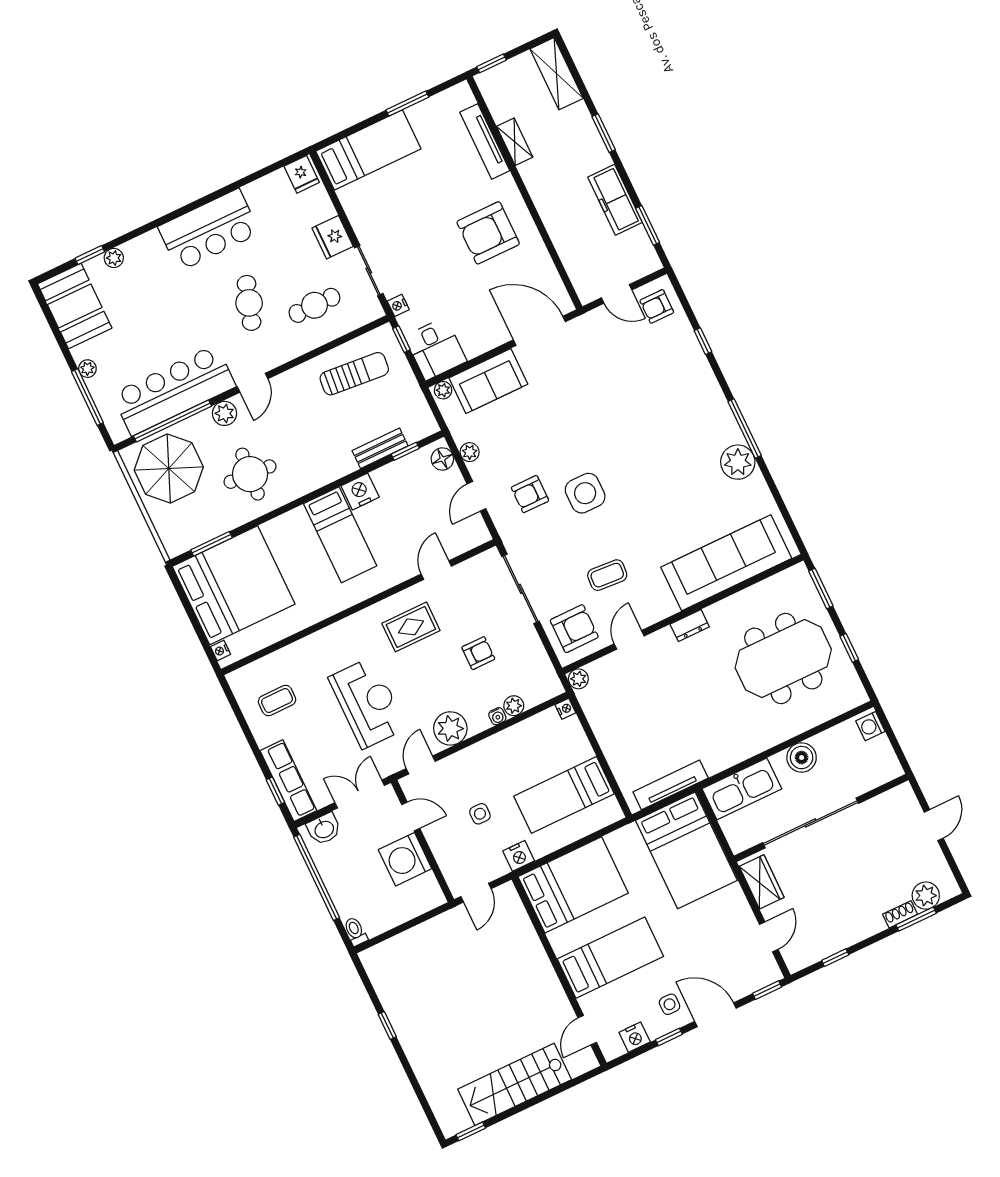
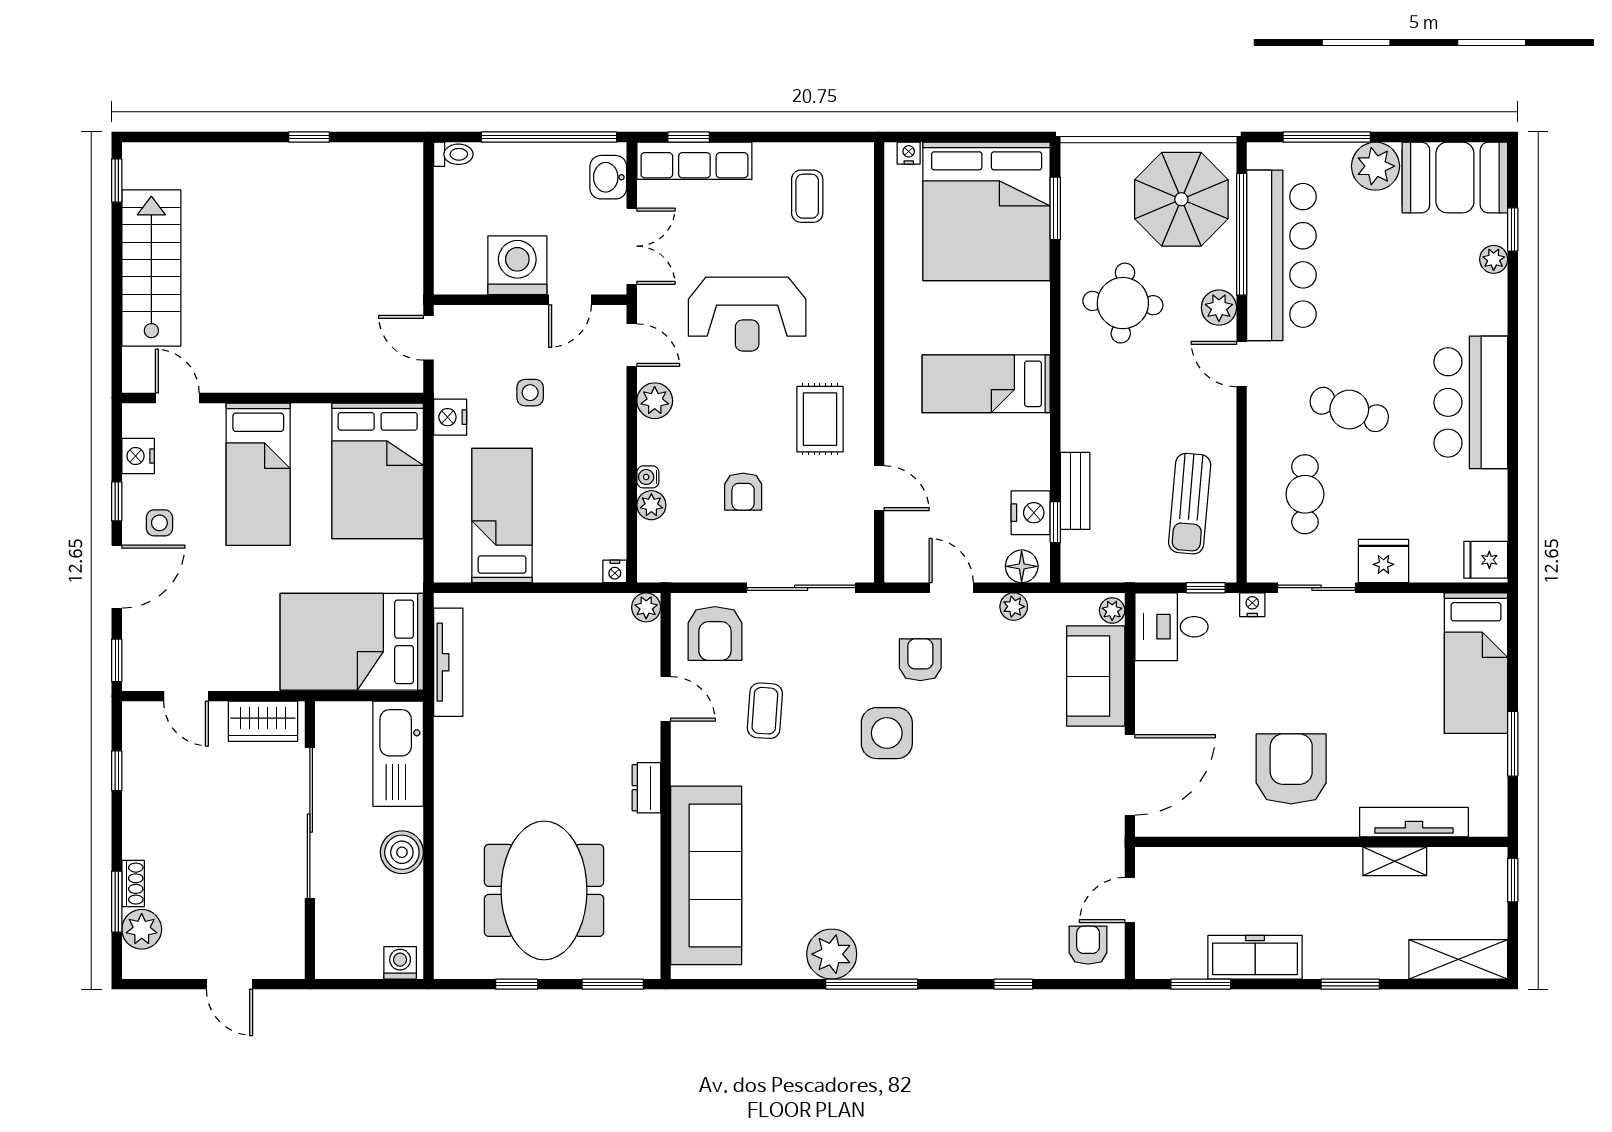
plant: (87, 369) -> (1376, 166), width x1.88, depth x1.88
nightstand: (360, 491) -> (1031, 513), moved
plant: (450, 728) -> (655, 401), width x0.73, depth x0.73

